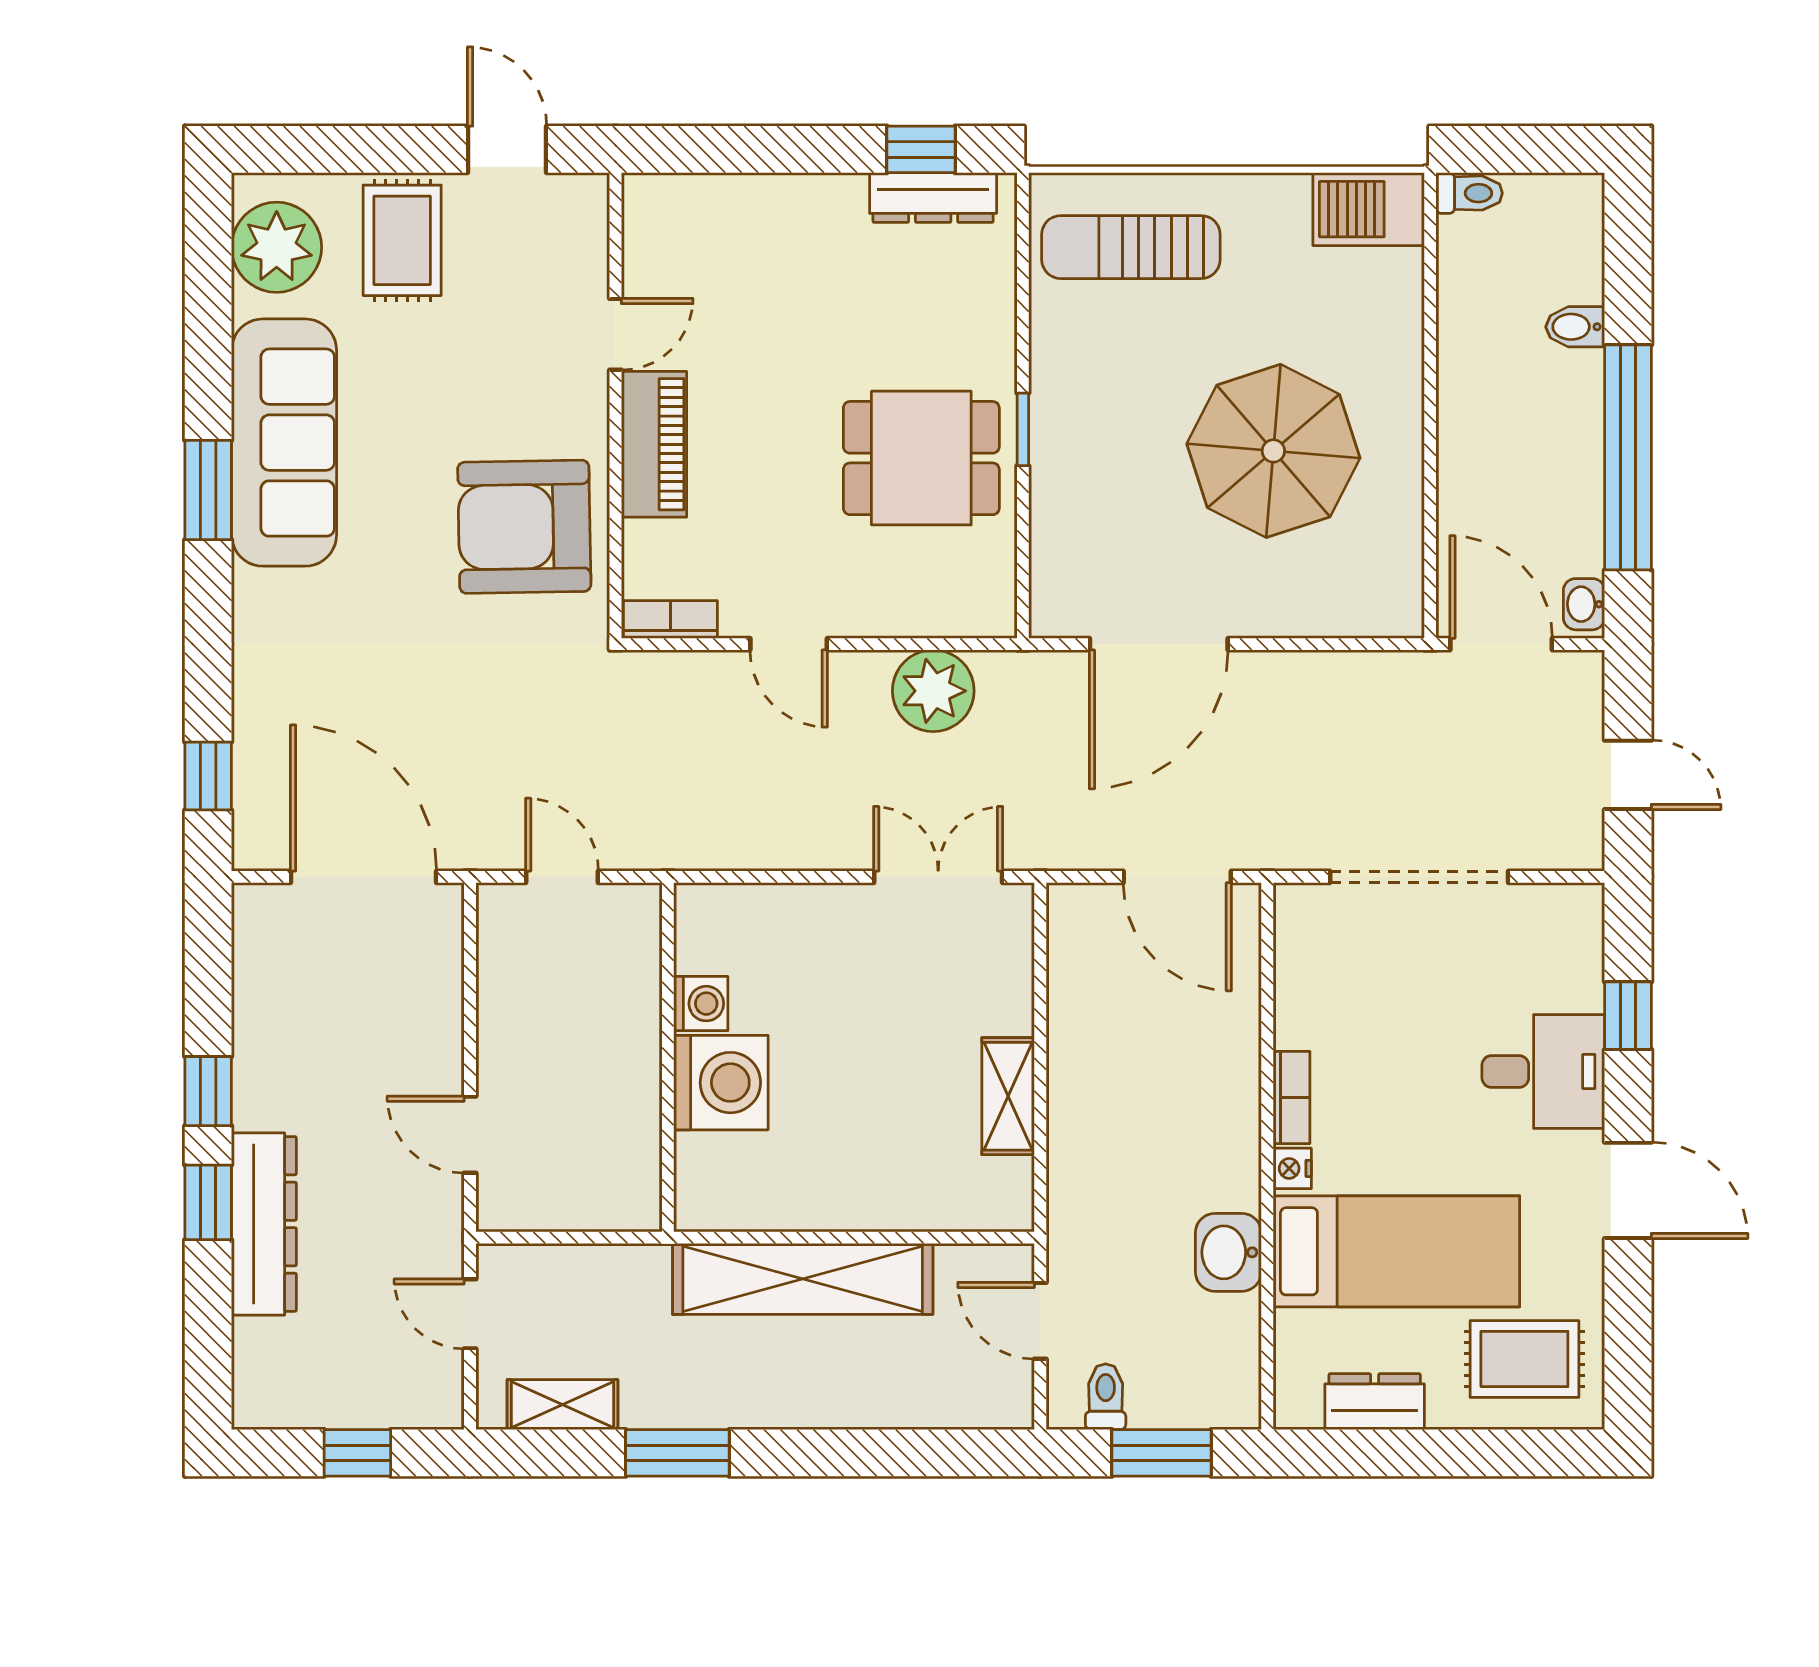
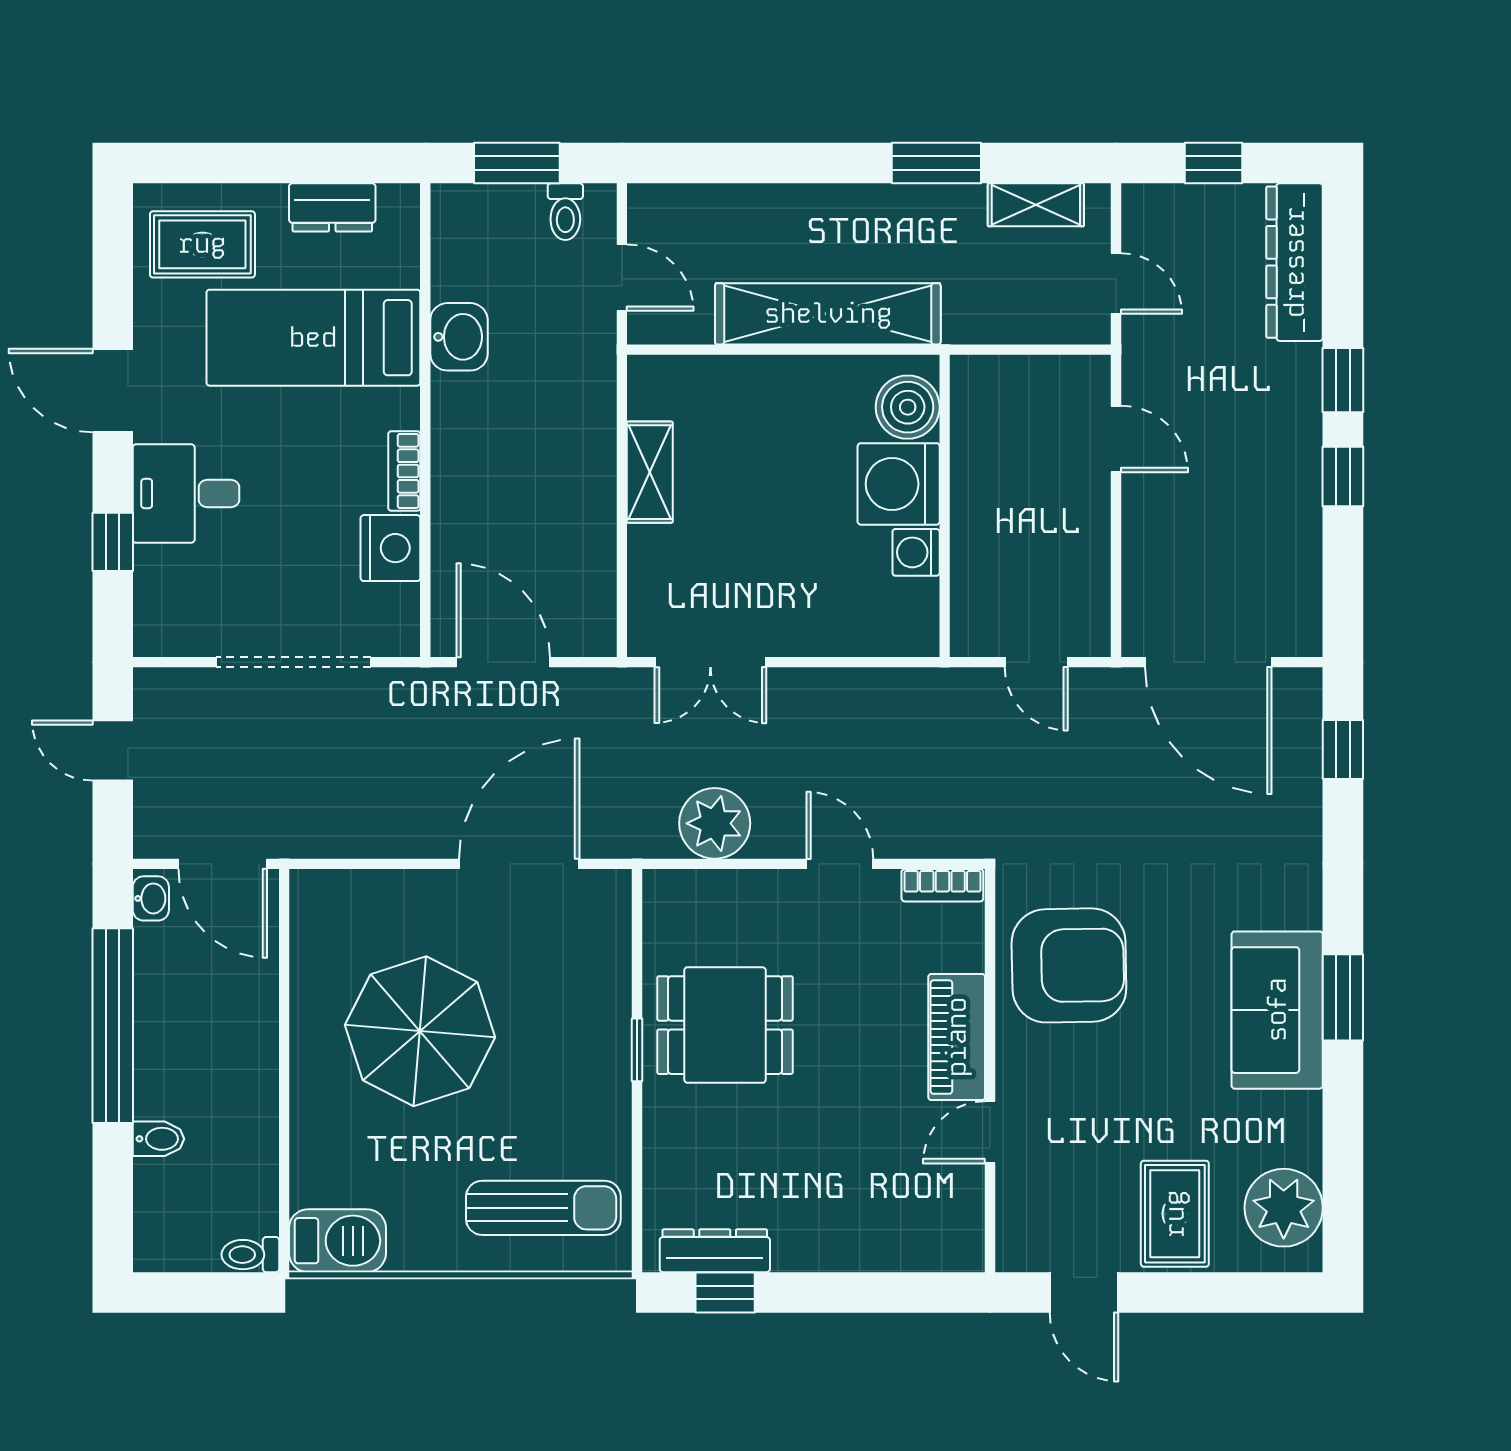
sofa: (284, 443) -> (1277, 1010), width x0.73
nightstand: (1292, 1168) -> (390, 548), moved, width x1.89, depth x1.79
boiler: (710, 1171) -> (908, 407), added
dresser: (264, 1224) -> (1295, 262), moved

